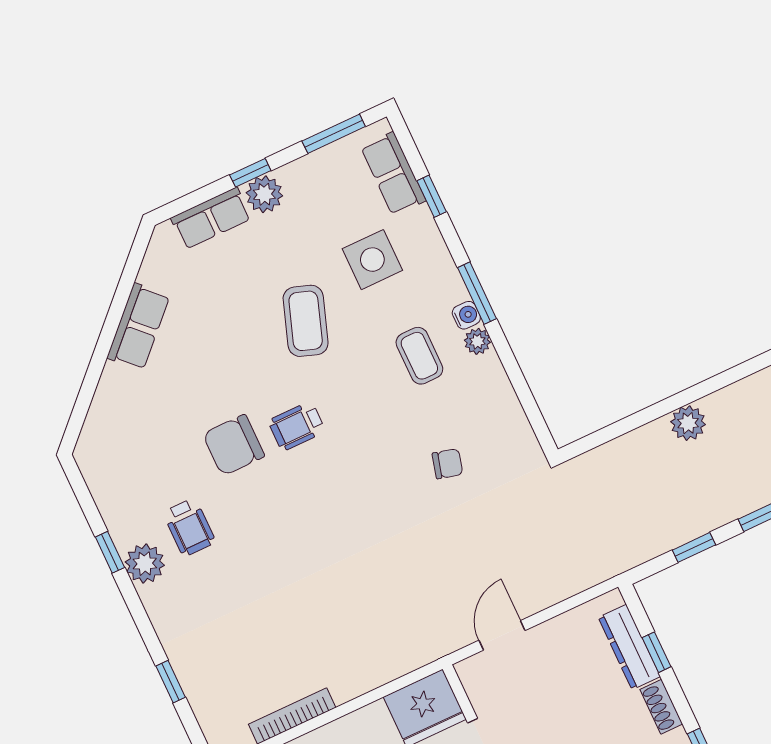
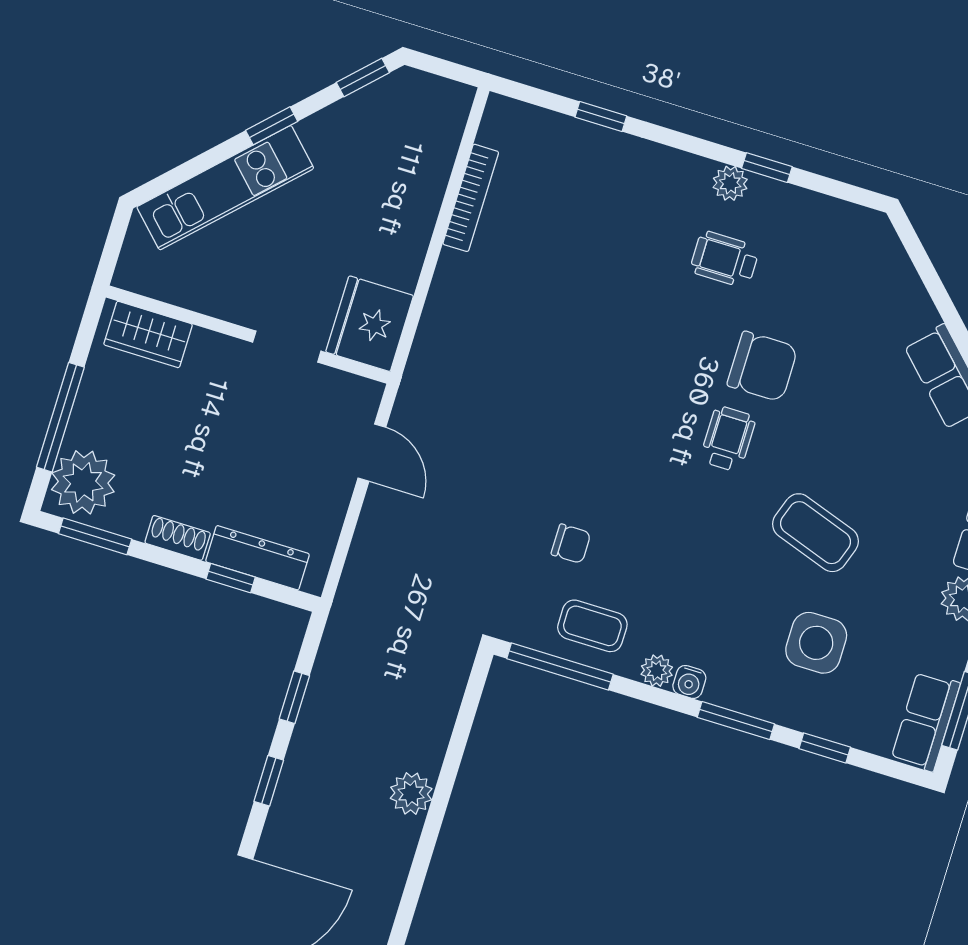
row of seats: (393, 174) -> (926, 721), moved, turned -90
window: (477, 293) -> (736, 721), moved
coffee table: (419, 356) -> (592, 626), moved
window: (528, 403) -> (560, 666), added
chair: (234, 445) -> (762, 366), turned 90
chair: (447, 464) -> (571, 544), turned -105
plant: (145, 564) -> (730, 183), width x0.73, depth x0.73

